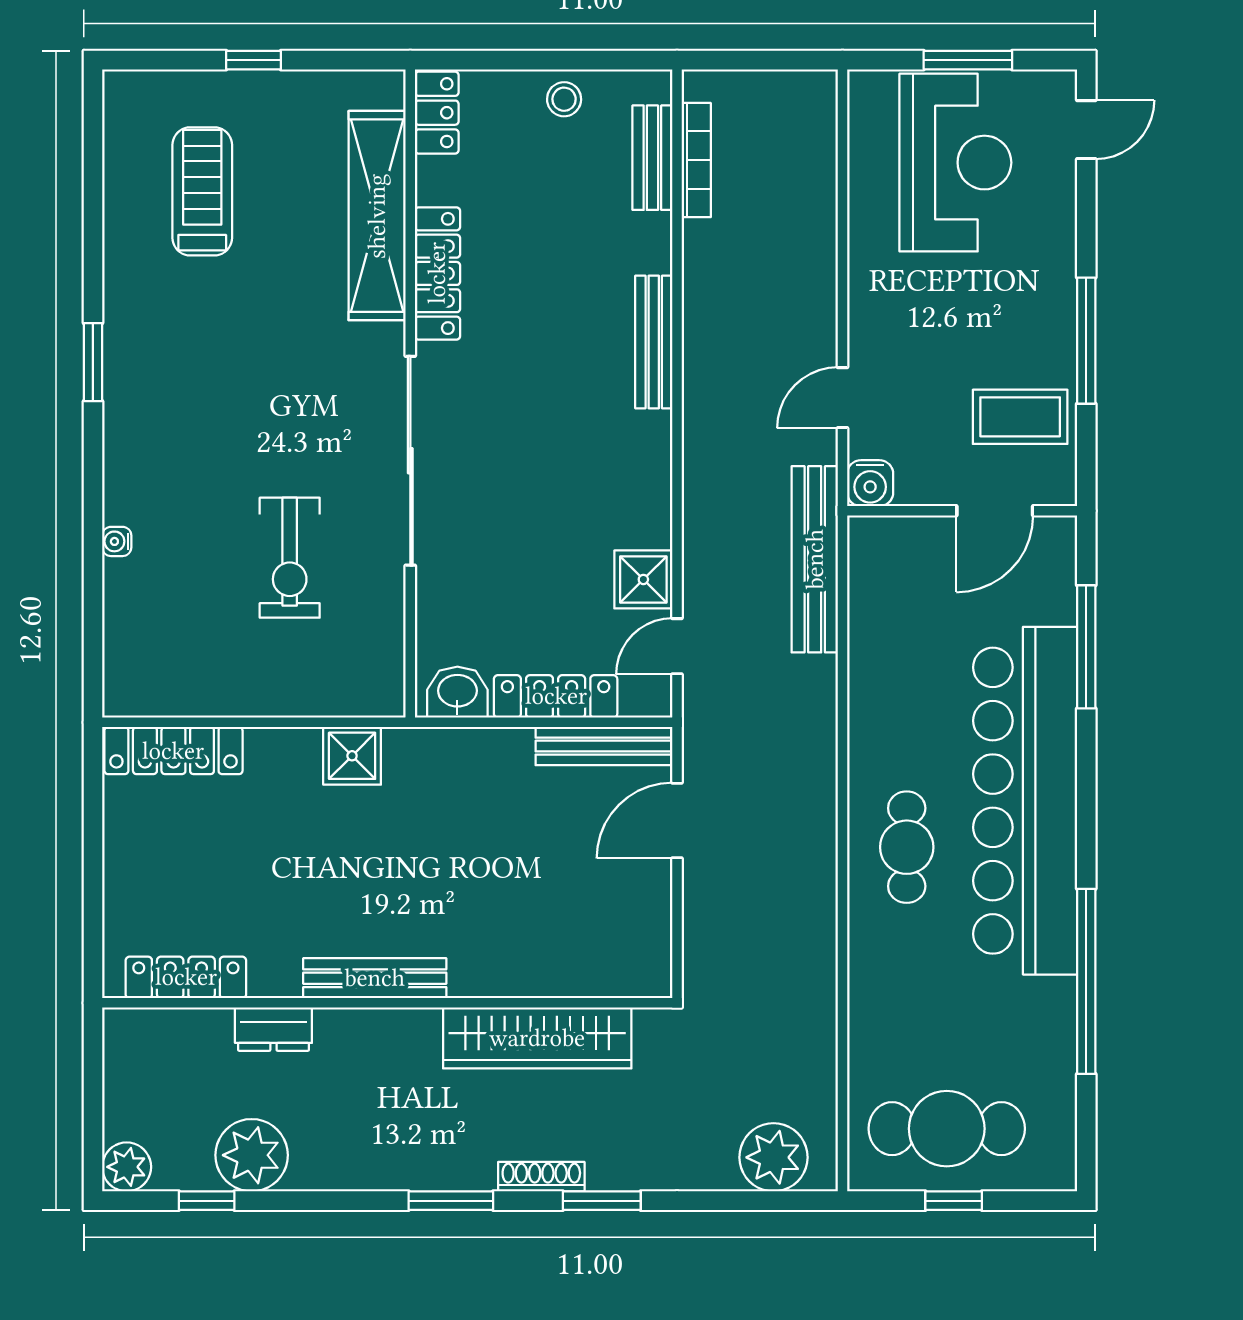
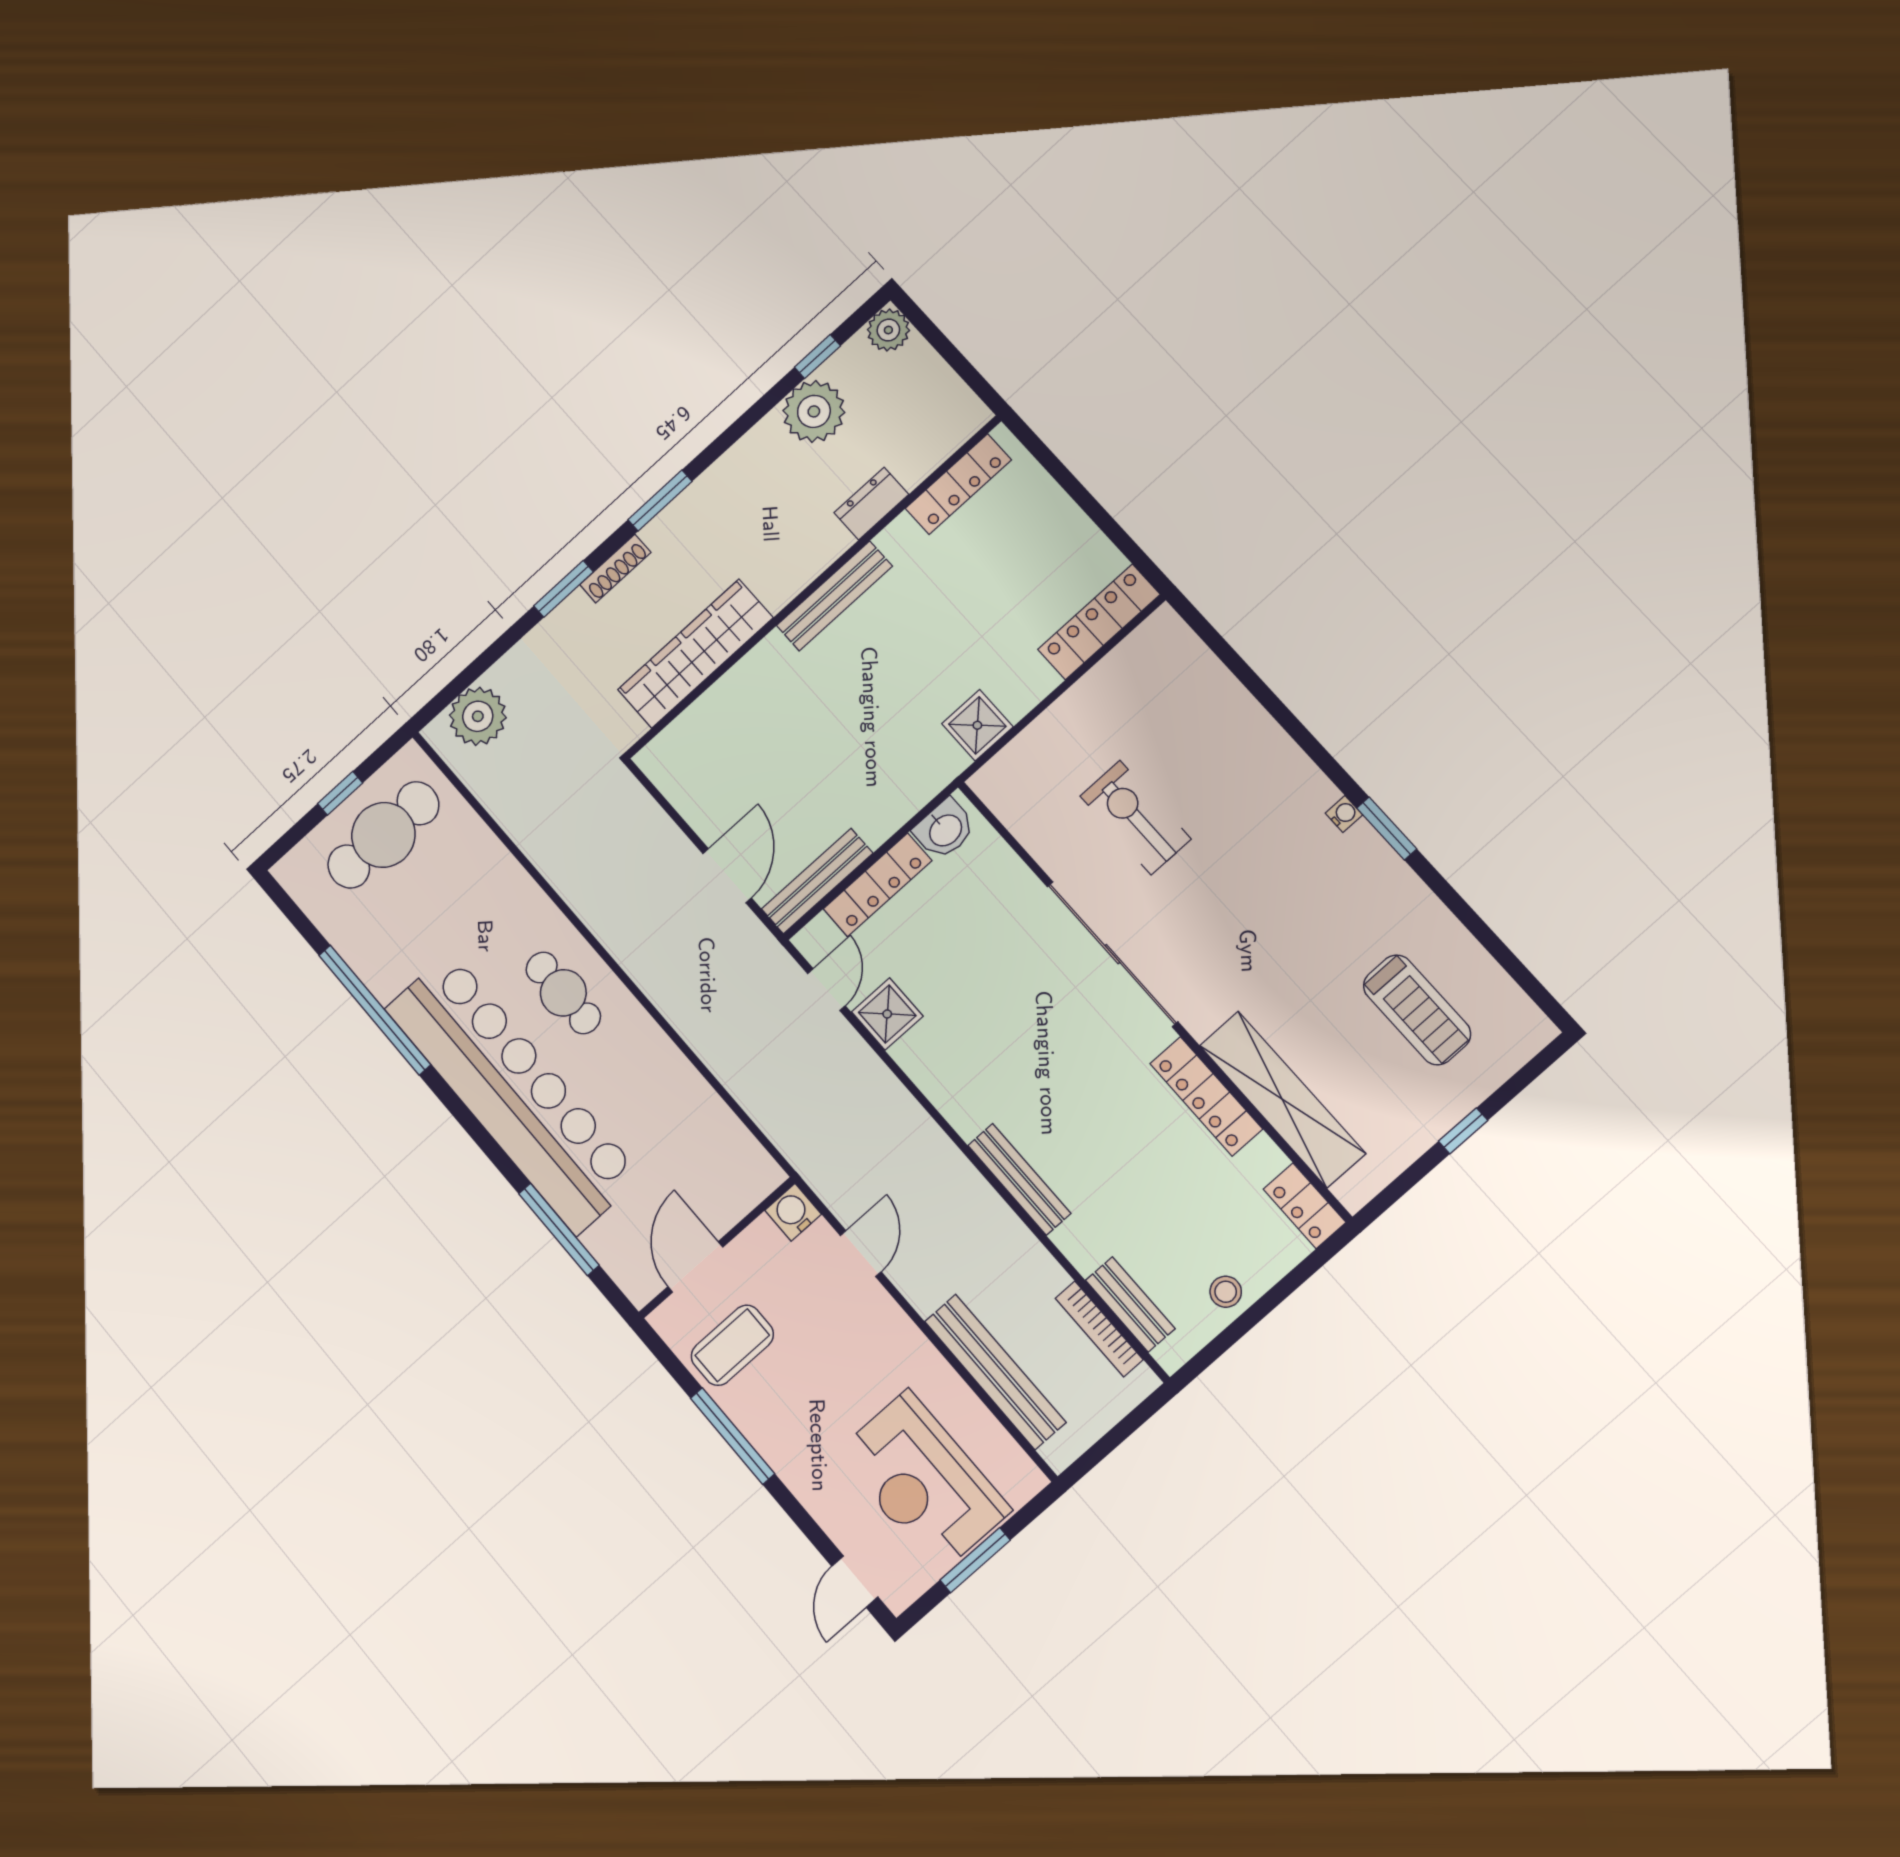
water cooler: (117, 541) -> (1344, 814), moved
bench: (815, 559) -> (995, 1372), moved

